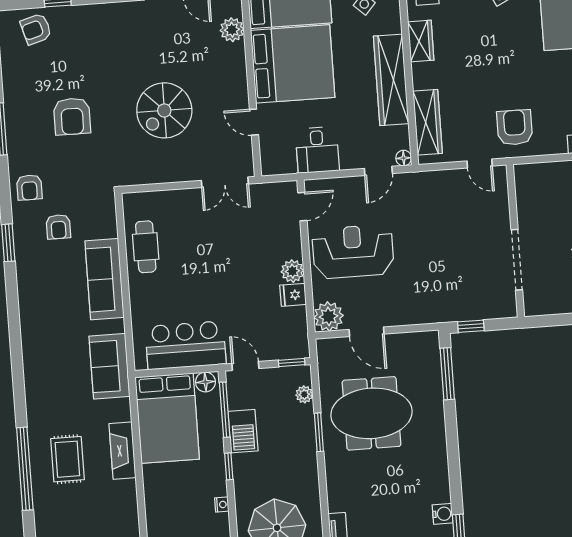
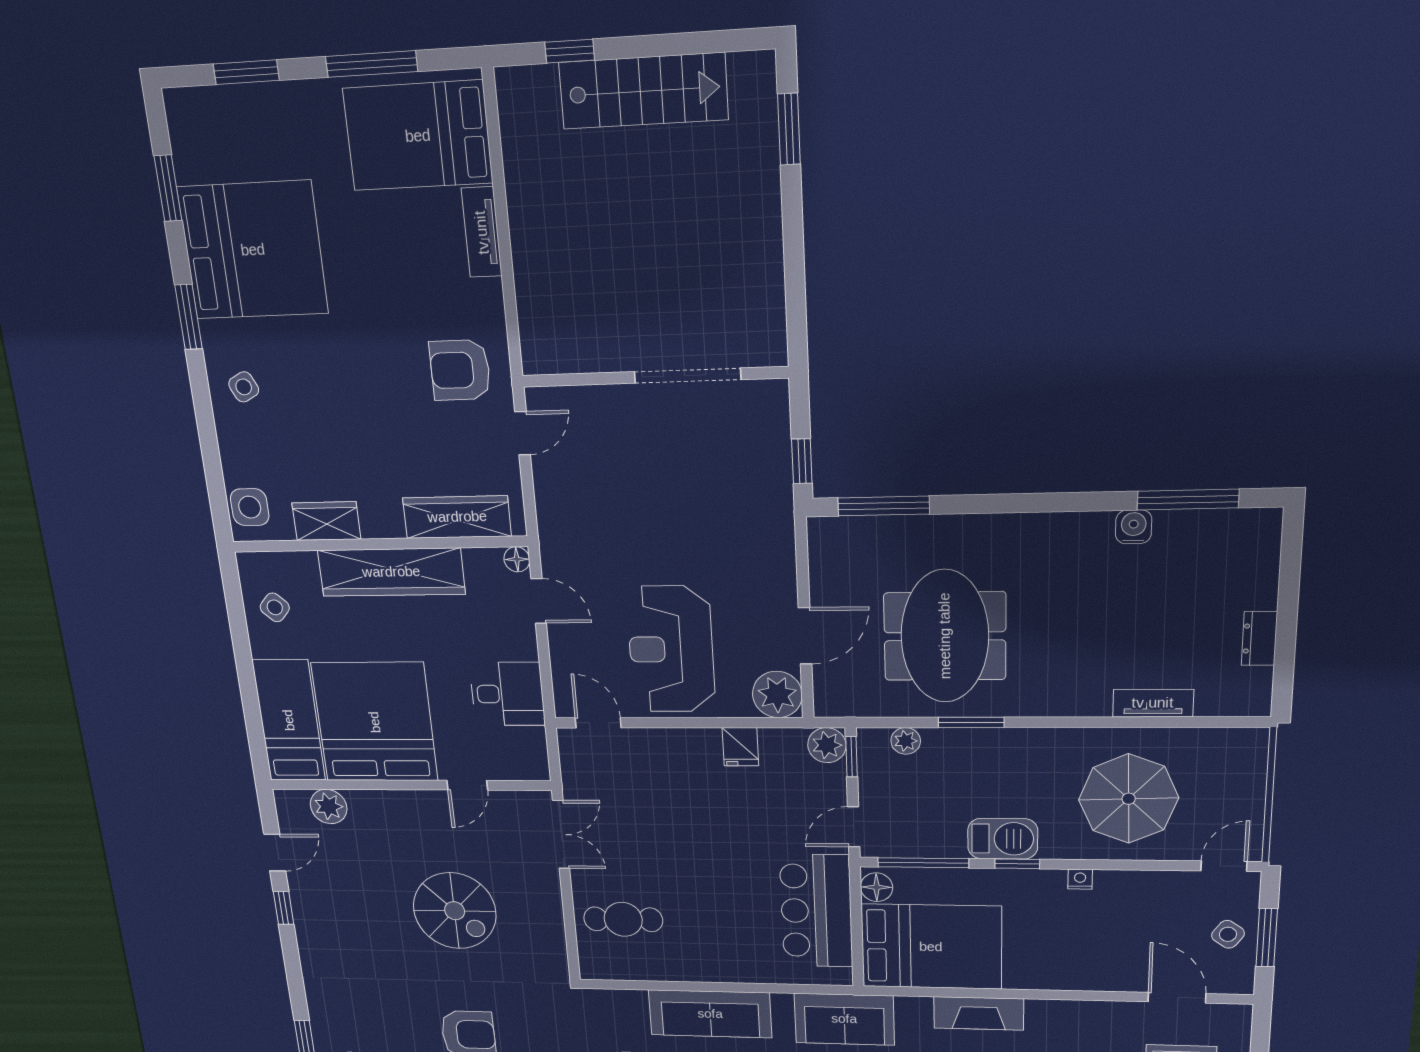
cafe table: (146, 247) -> (623, 919), moved
plant: (292, 271) -> (827, 745), moved
barbecue: (243, 431) -> (1003, 839), moved

